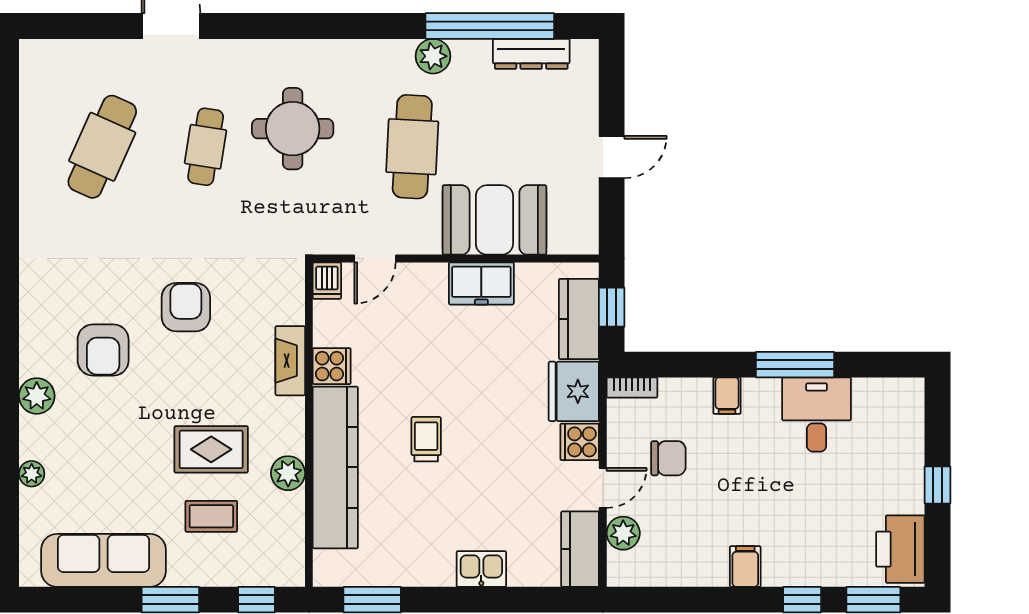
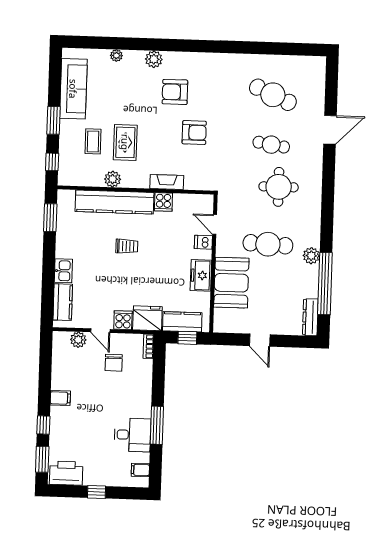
dresser: (531, 54) -> (310, 317), moved
dishwasher: (327, 281) -> (203, 242), moved
filing cabinet: (727, 396) -> (140, 470), moved
kitchen counter: (580, 549) -> (63, 302), moved, turned 90

